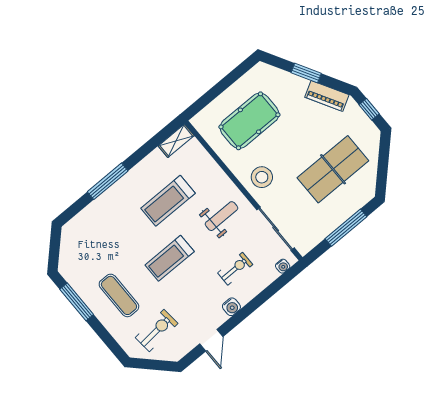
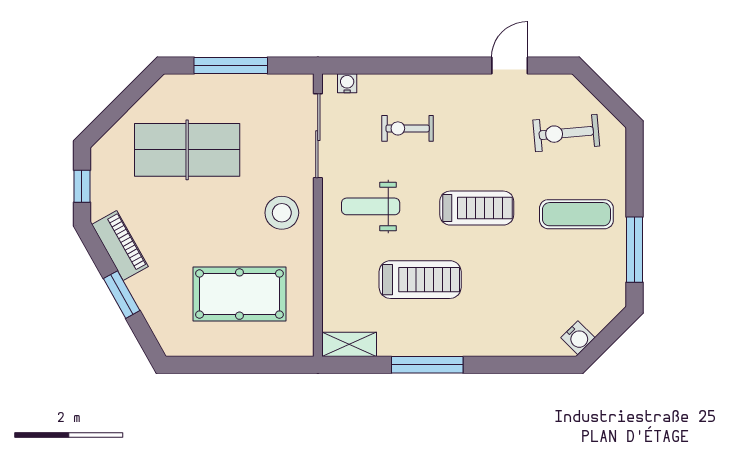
window: (108, 181) -> (427, 365), moved
exercise mat: (119, 295) -> (576, 214), turned 90
water cooler: (231, 307) -> (578, 338), moved, turned 135

